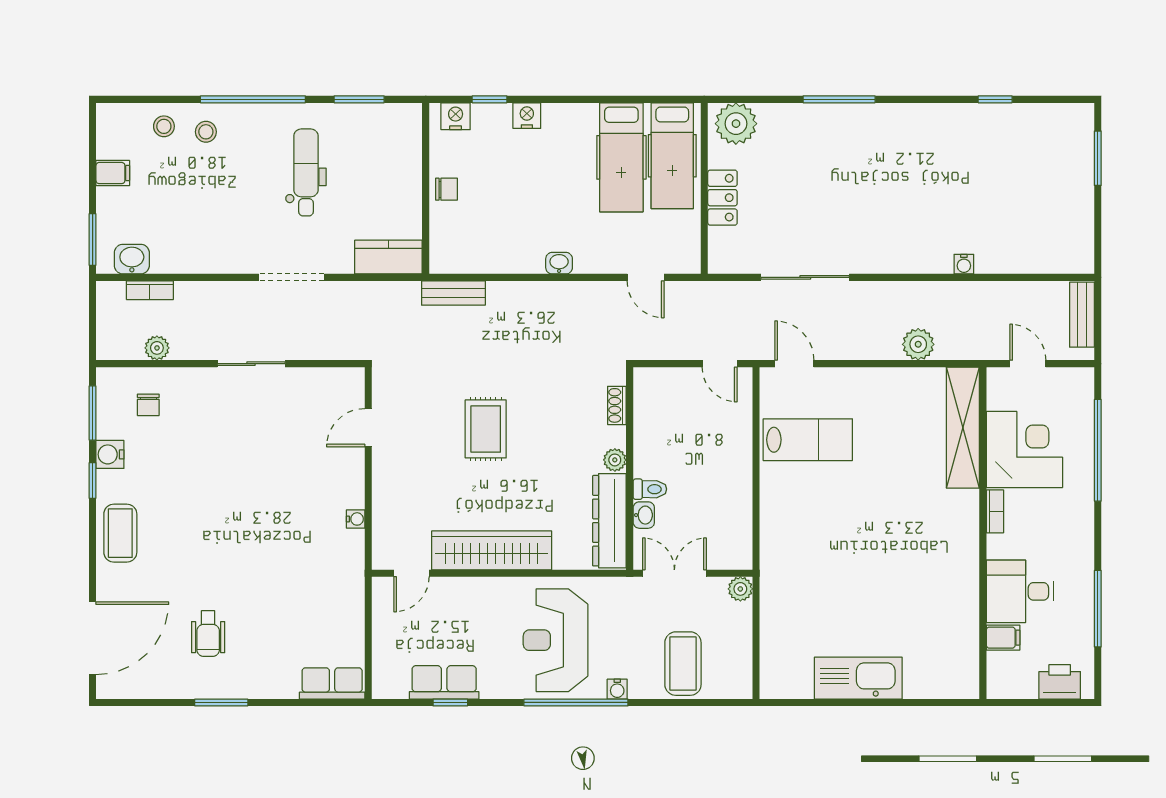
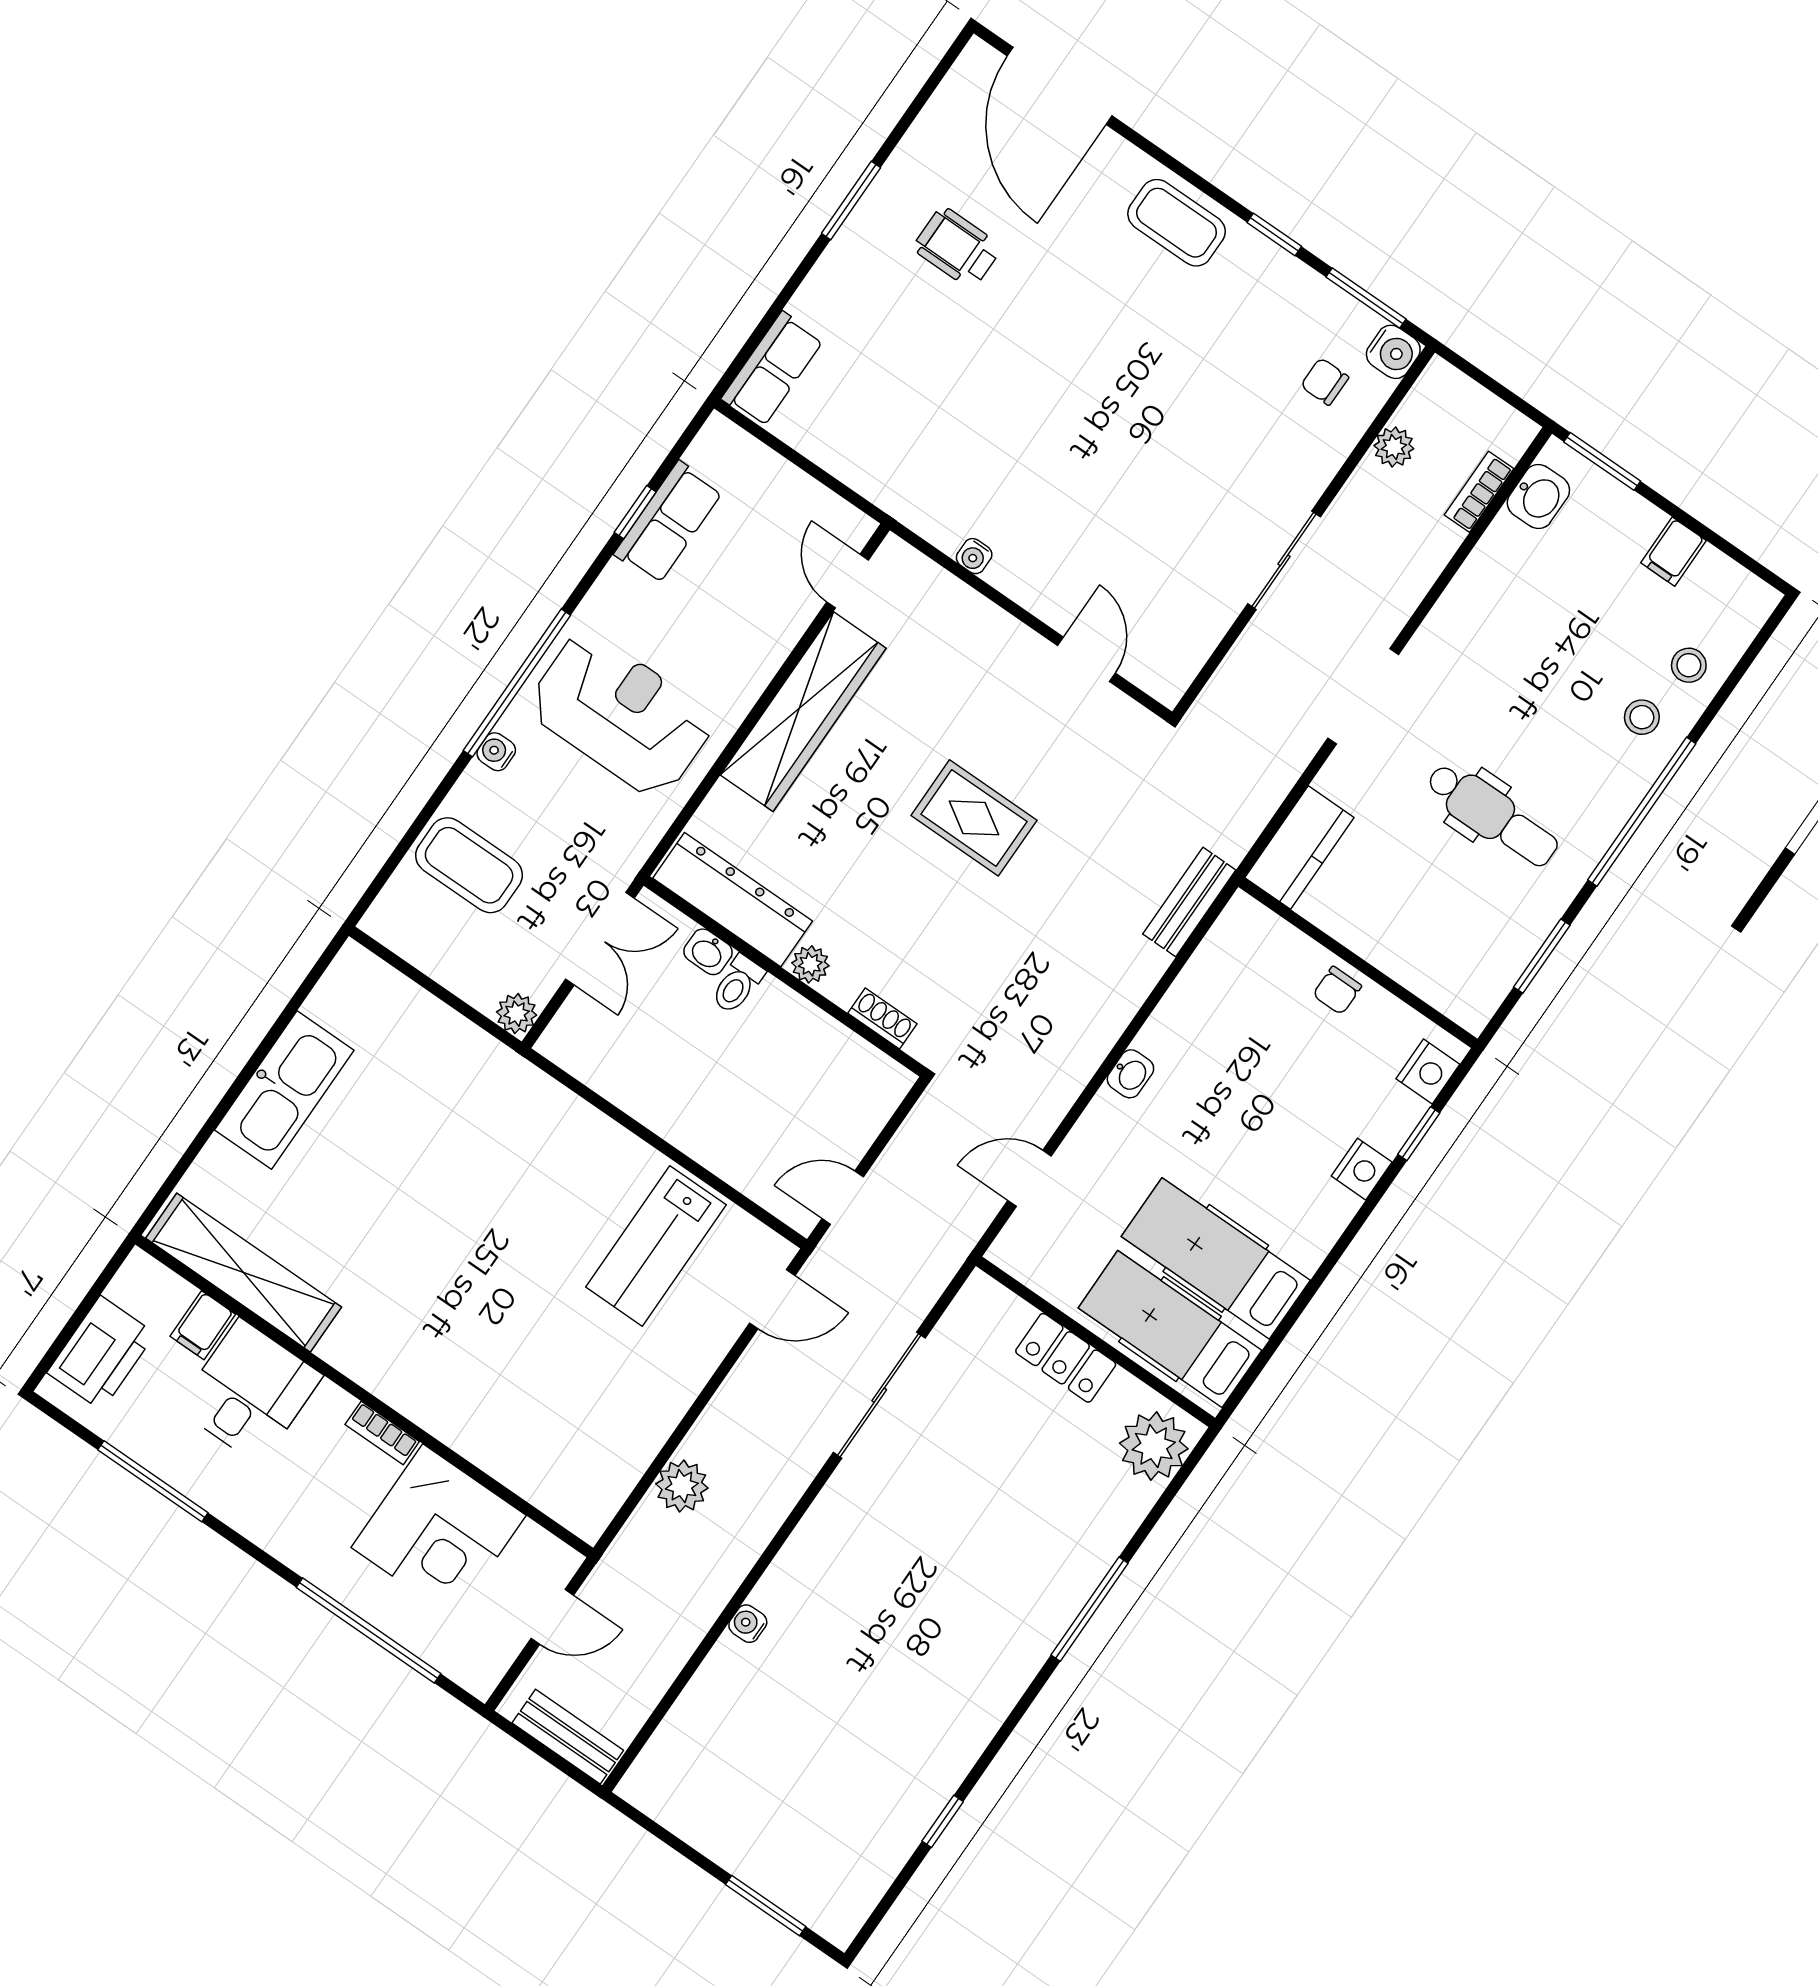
shelving: (963, 428) -> (244, 1273), moved
water cooler: (110, 454) -> (1393, 352), moved, turned 90
printer: (1060, 682) -> (101, 1353), width x1.37, depth x1.19

